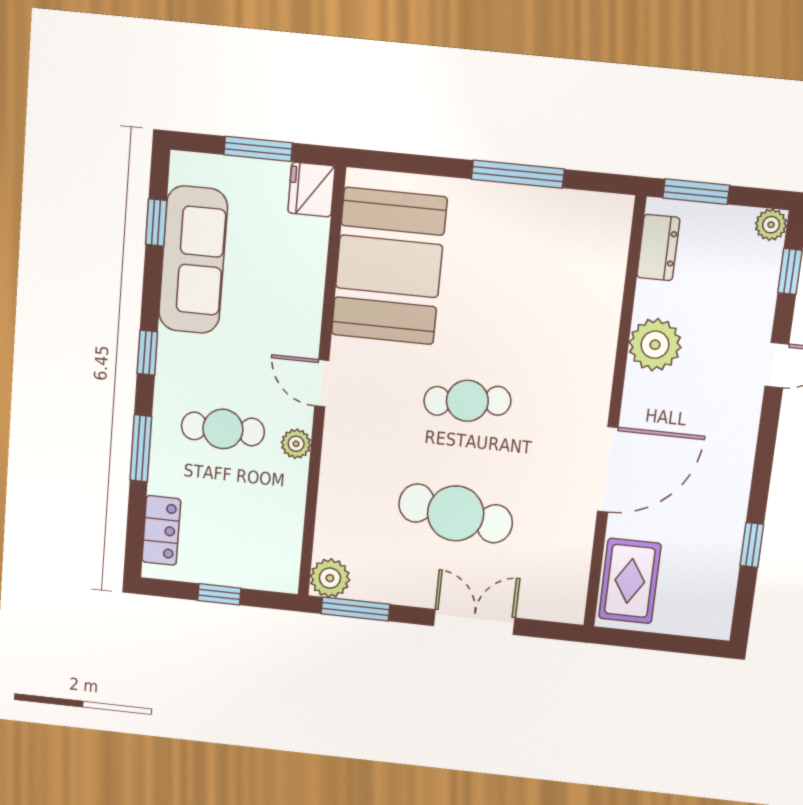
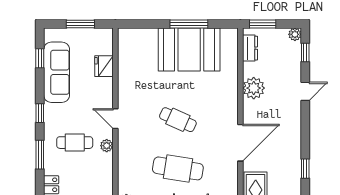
fridge: (311, 189) -> (104, 66), moved
booth: (389, 266) -> (189, 49), moved, turned 90
cafe table: (467, 401) -> (178, 120), turned 30

